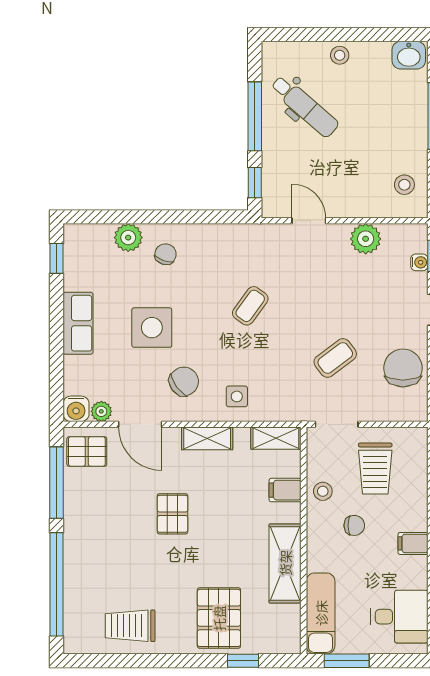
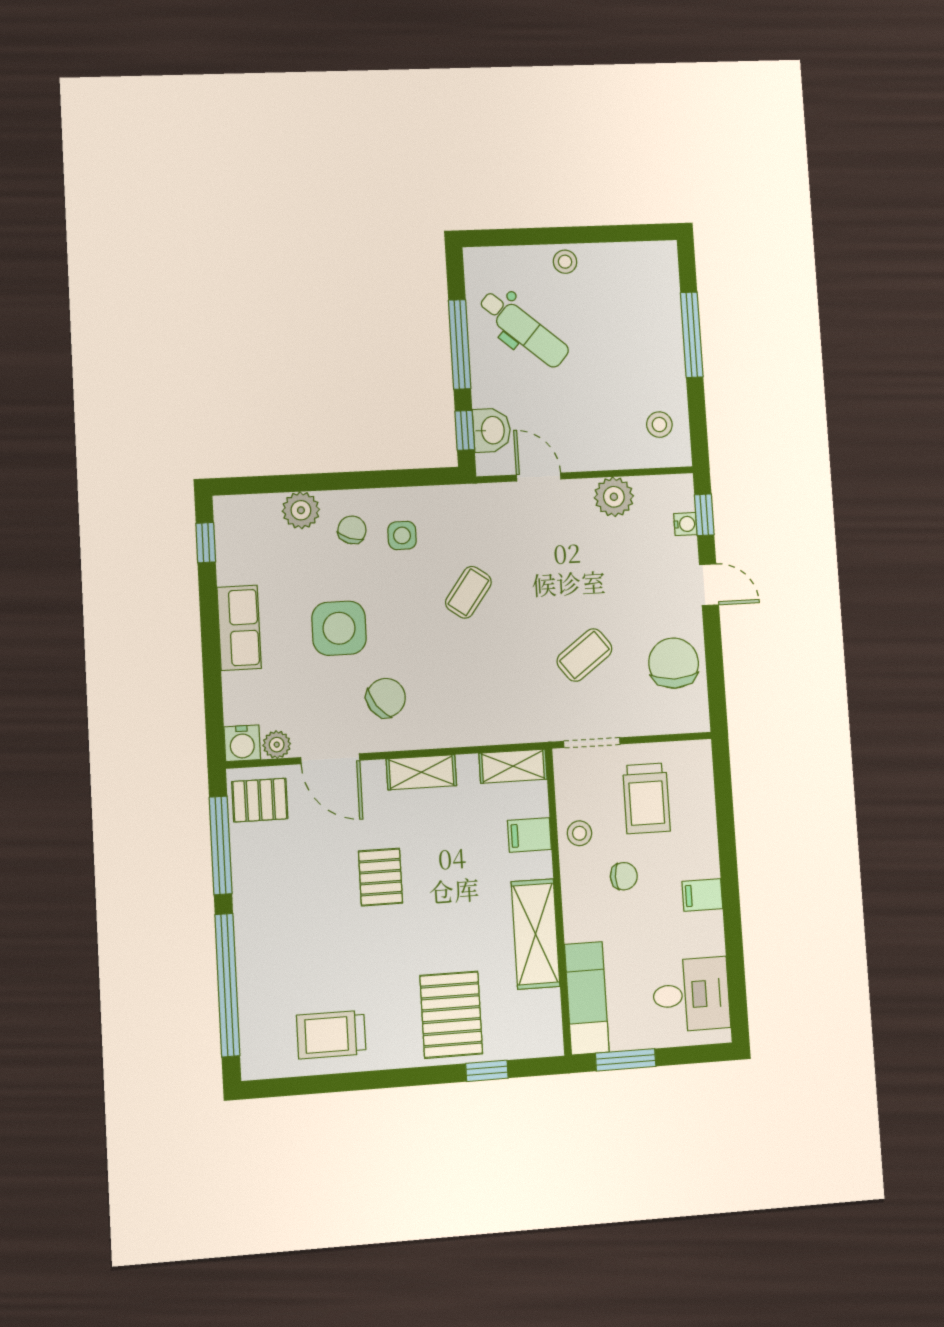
washbasin: (409, 55) -> (492, 430), moved, turned -90
side table: (237, 396) -> (402, 535), moved

